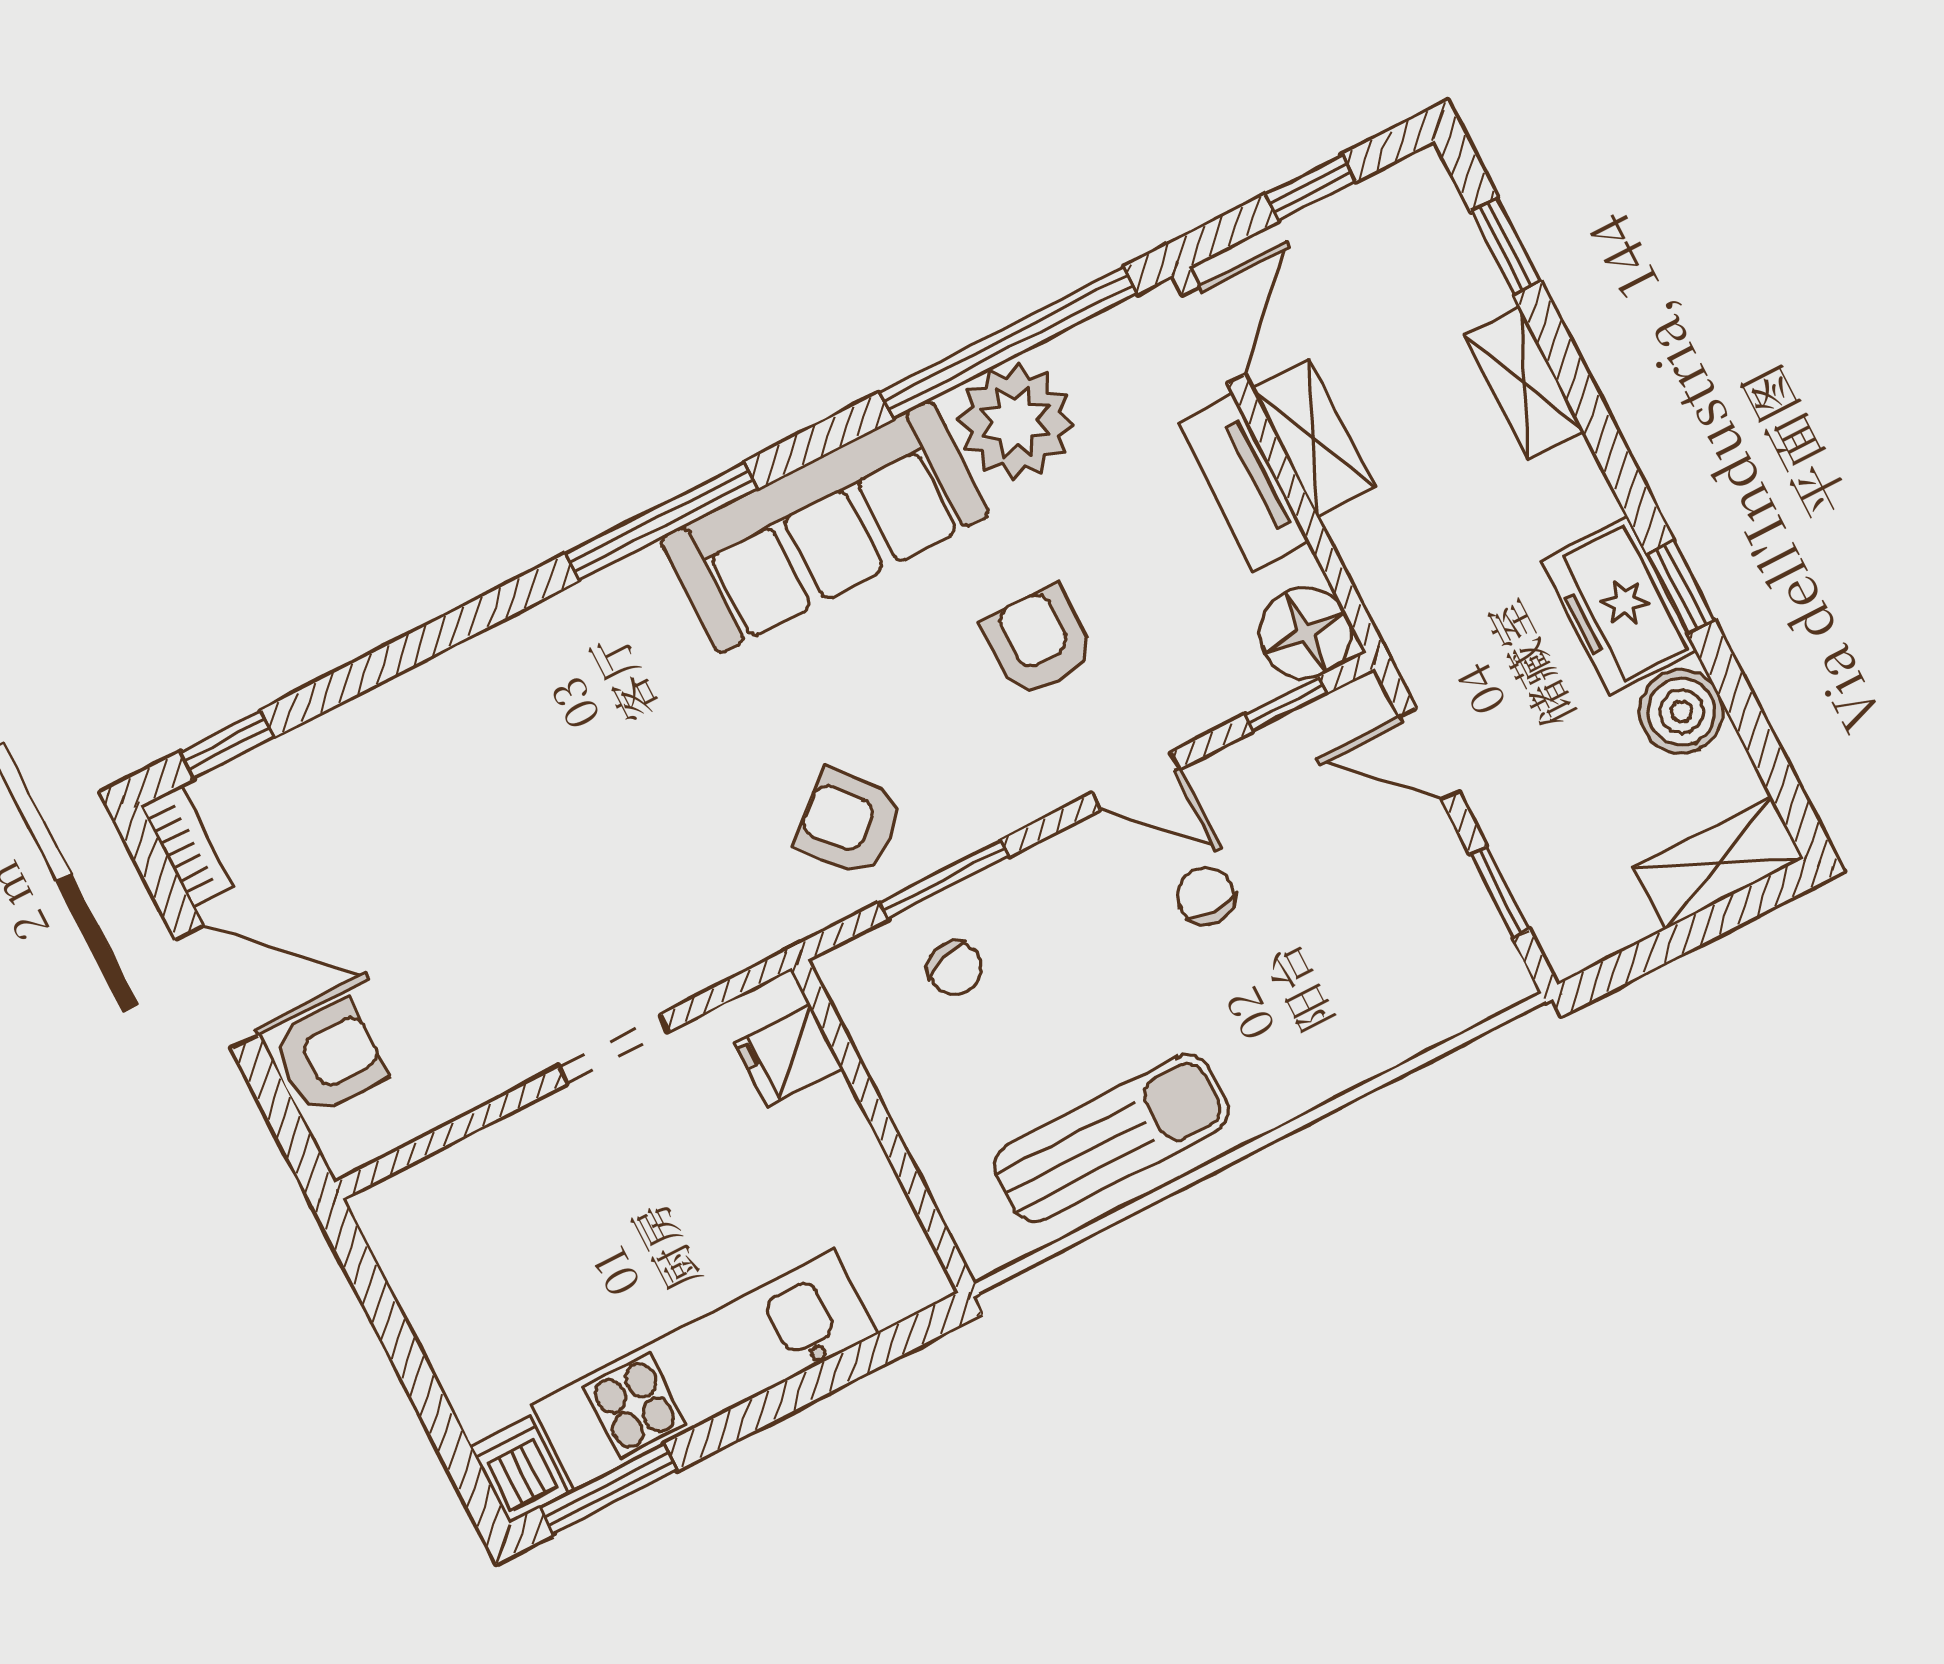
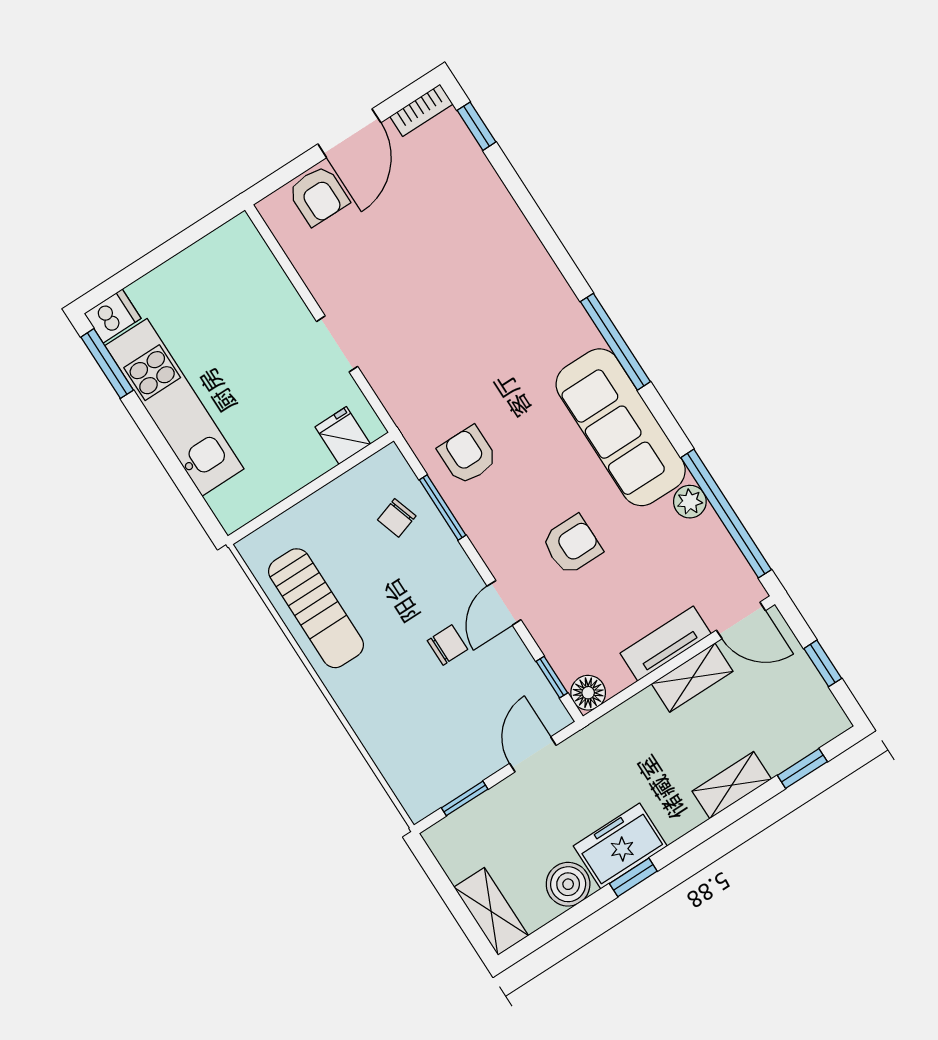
plant: (1015, 422) -> (690, 502), width x0.53, depth x0.53
floor lamp: (1306, 633) -> (588, 693), width x0.73, depth x0.73
armchair: (849, 822) -> (468, 455), turned -49

